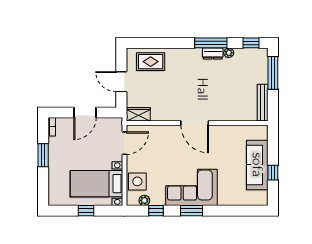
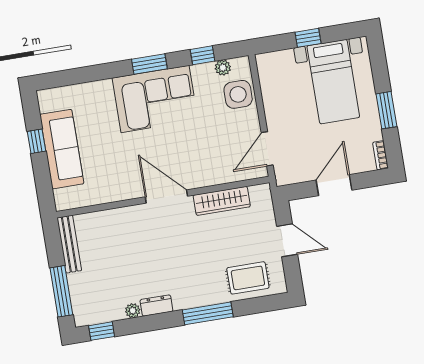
window: (211, 43) -> (208, 313), moved
wardrobe: (138, 114) -> (222, 201), moved, width x1.50
bed with nightstands: (96, 184) -> (333, 82), moved, turned 90

